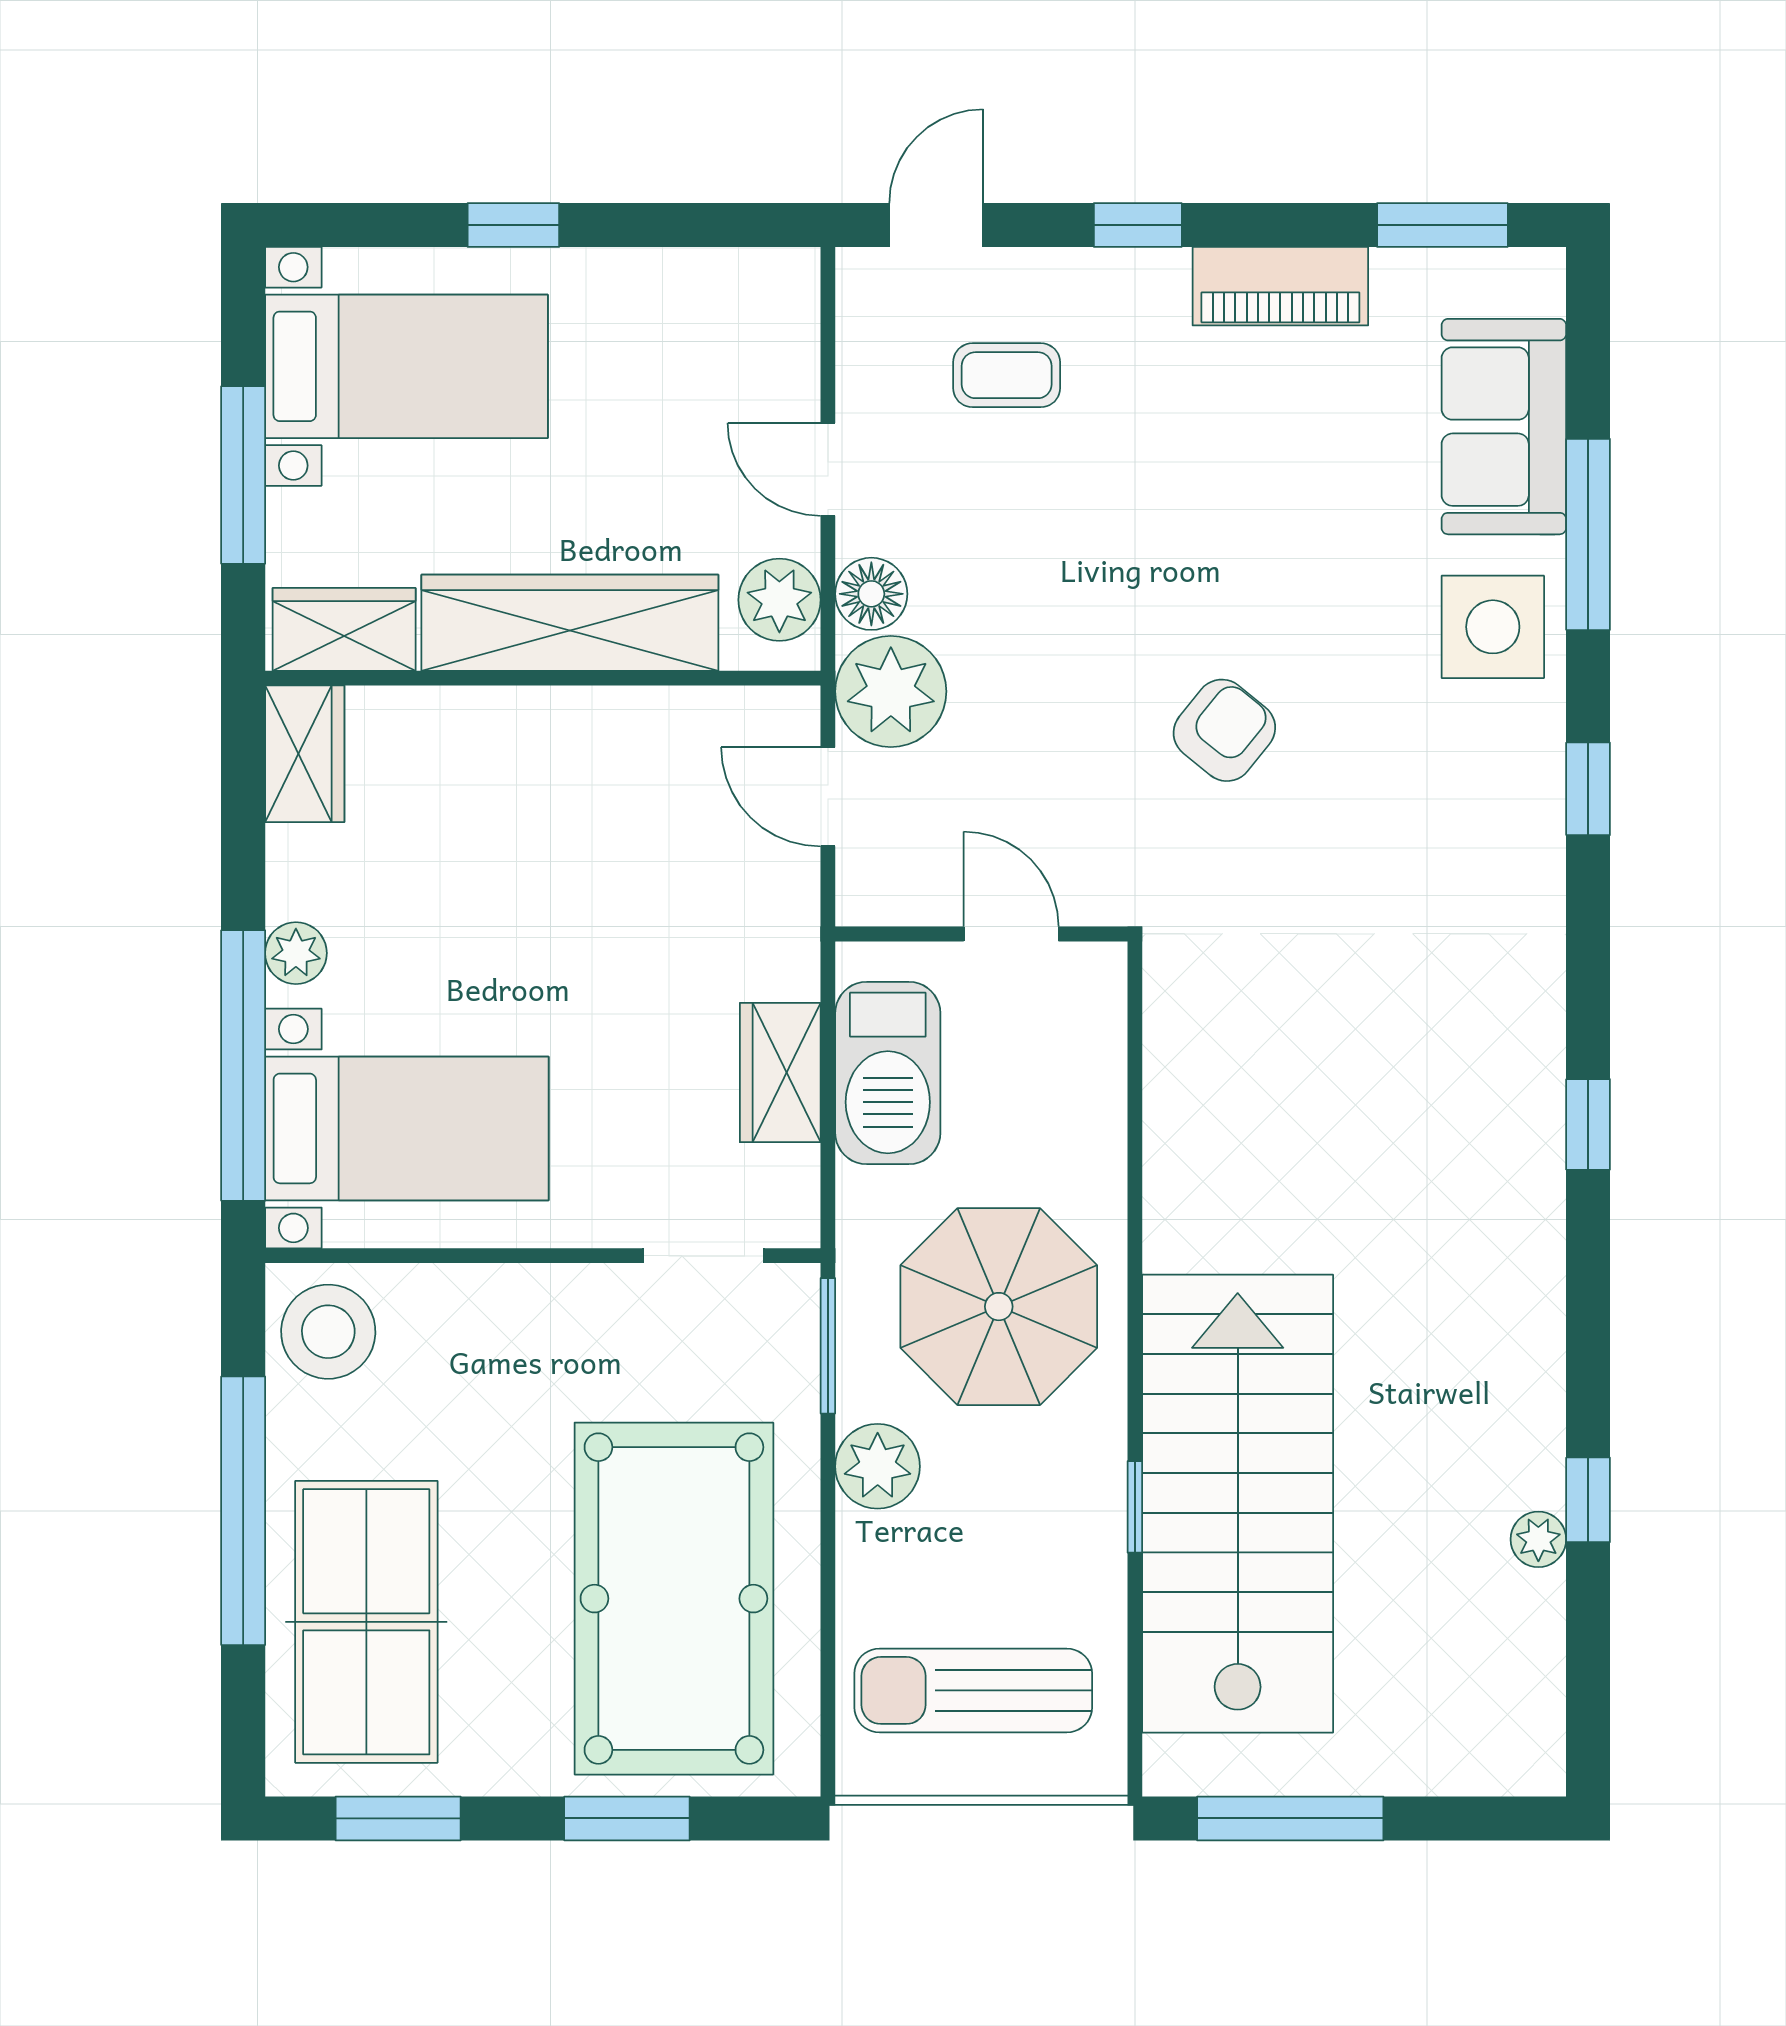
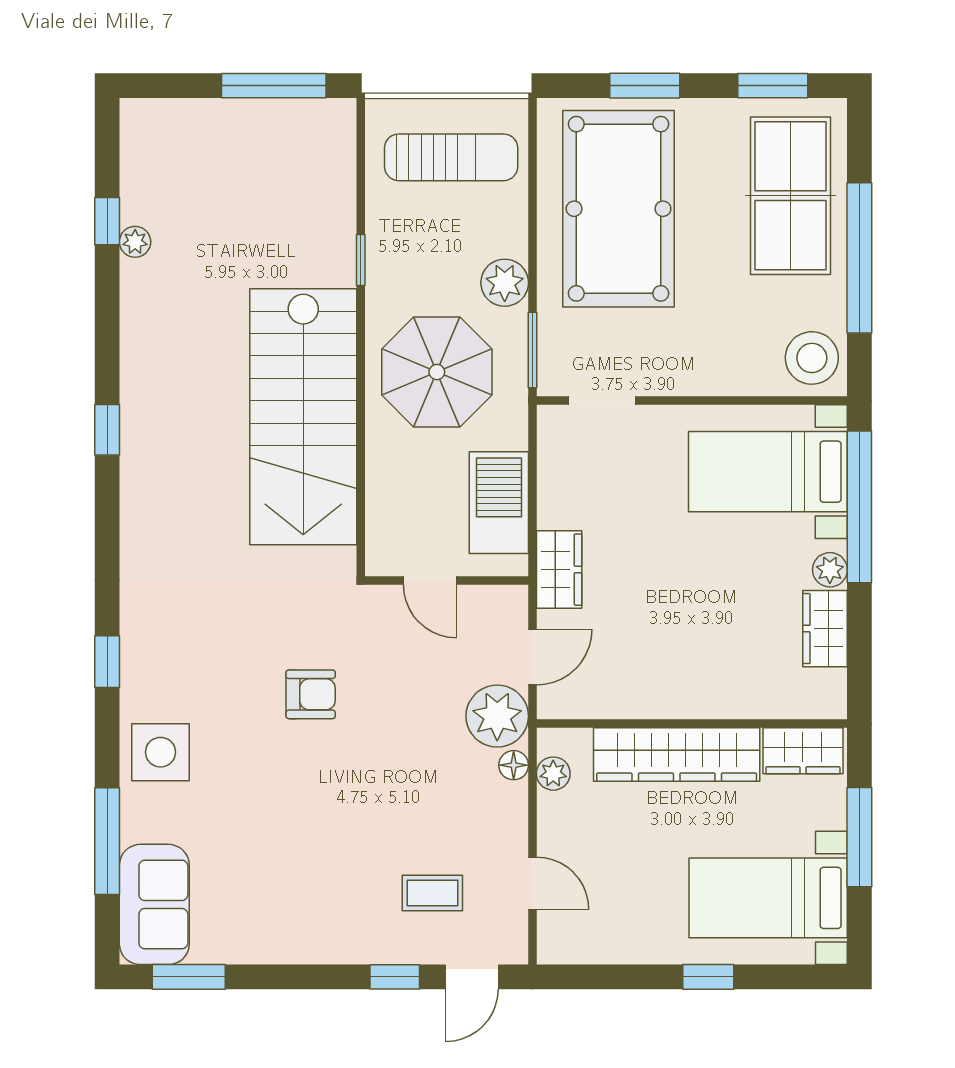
window: (1138, 225) -> (395, 977), moved
piano: (1280, 286) -> (279, 943), removed
sofa: (1504, 427) -> (154, 904), moved
door: (828, 469) -> (532, 883), moved
window: (1588, 534) -> (107, 841), moved
floor lamp: (871, 594) -> (514, 765), width x0.73, depth x0.73
plant: (779, 600) -> (553, 774), width x0.73, depth x0.73
armchair: (1224, 730) -> (311, 694), turned -129
wardrobe: (305, 754) -> (825, 629), moved
door: (828, 797) -> (532, 657), hinge flipped
wardrobe: (780, 1073) -> (559, 570), moved
window: (1588, 1124) -> (107, 430), moved
window: (1588, 1500) -> (107, 221), moved
stairs: (1238, 1504) -> (303, 417), moved

